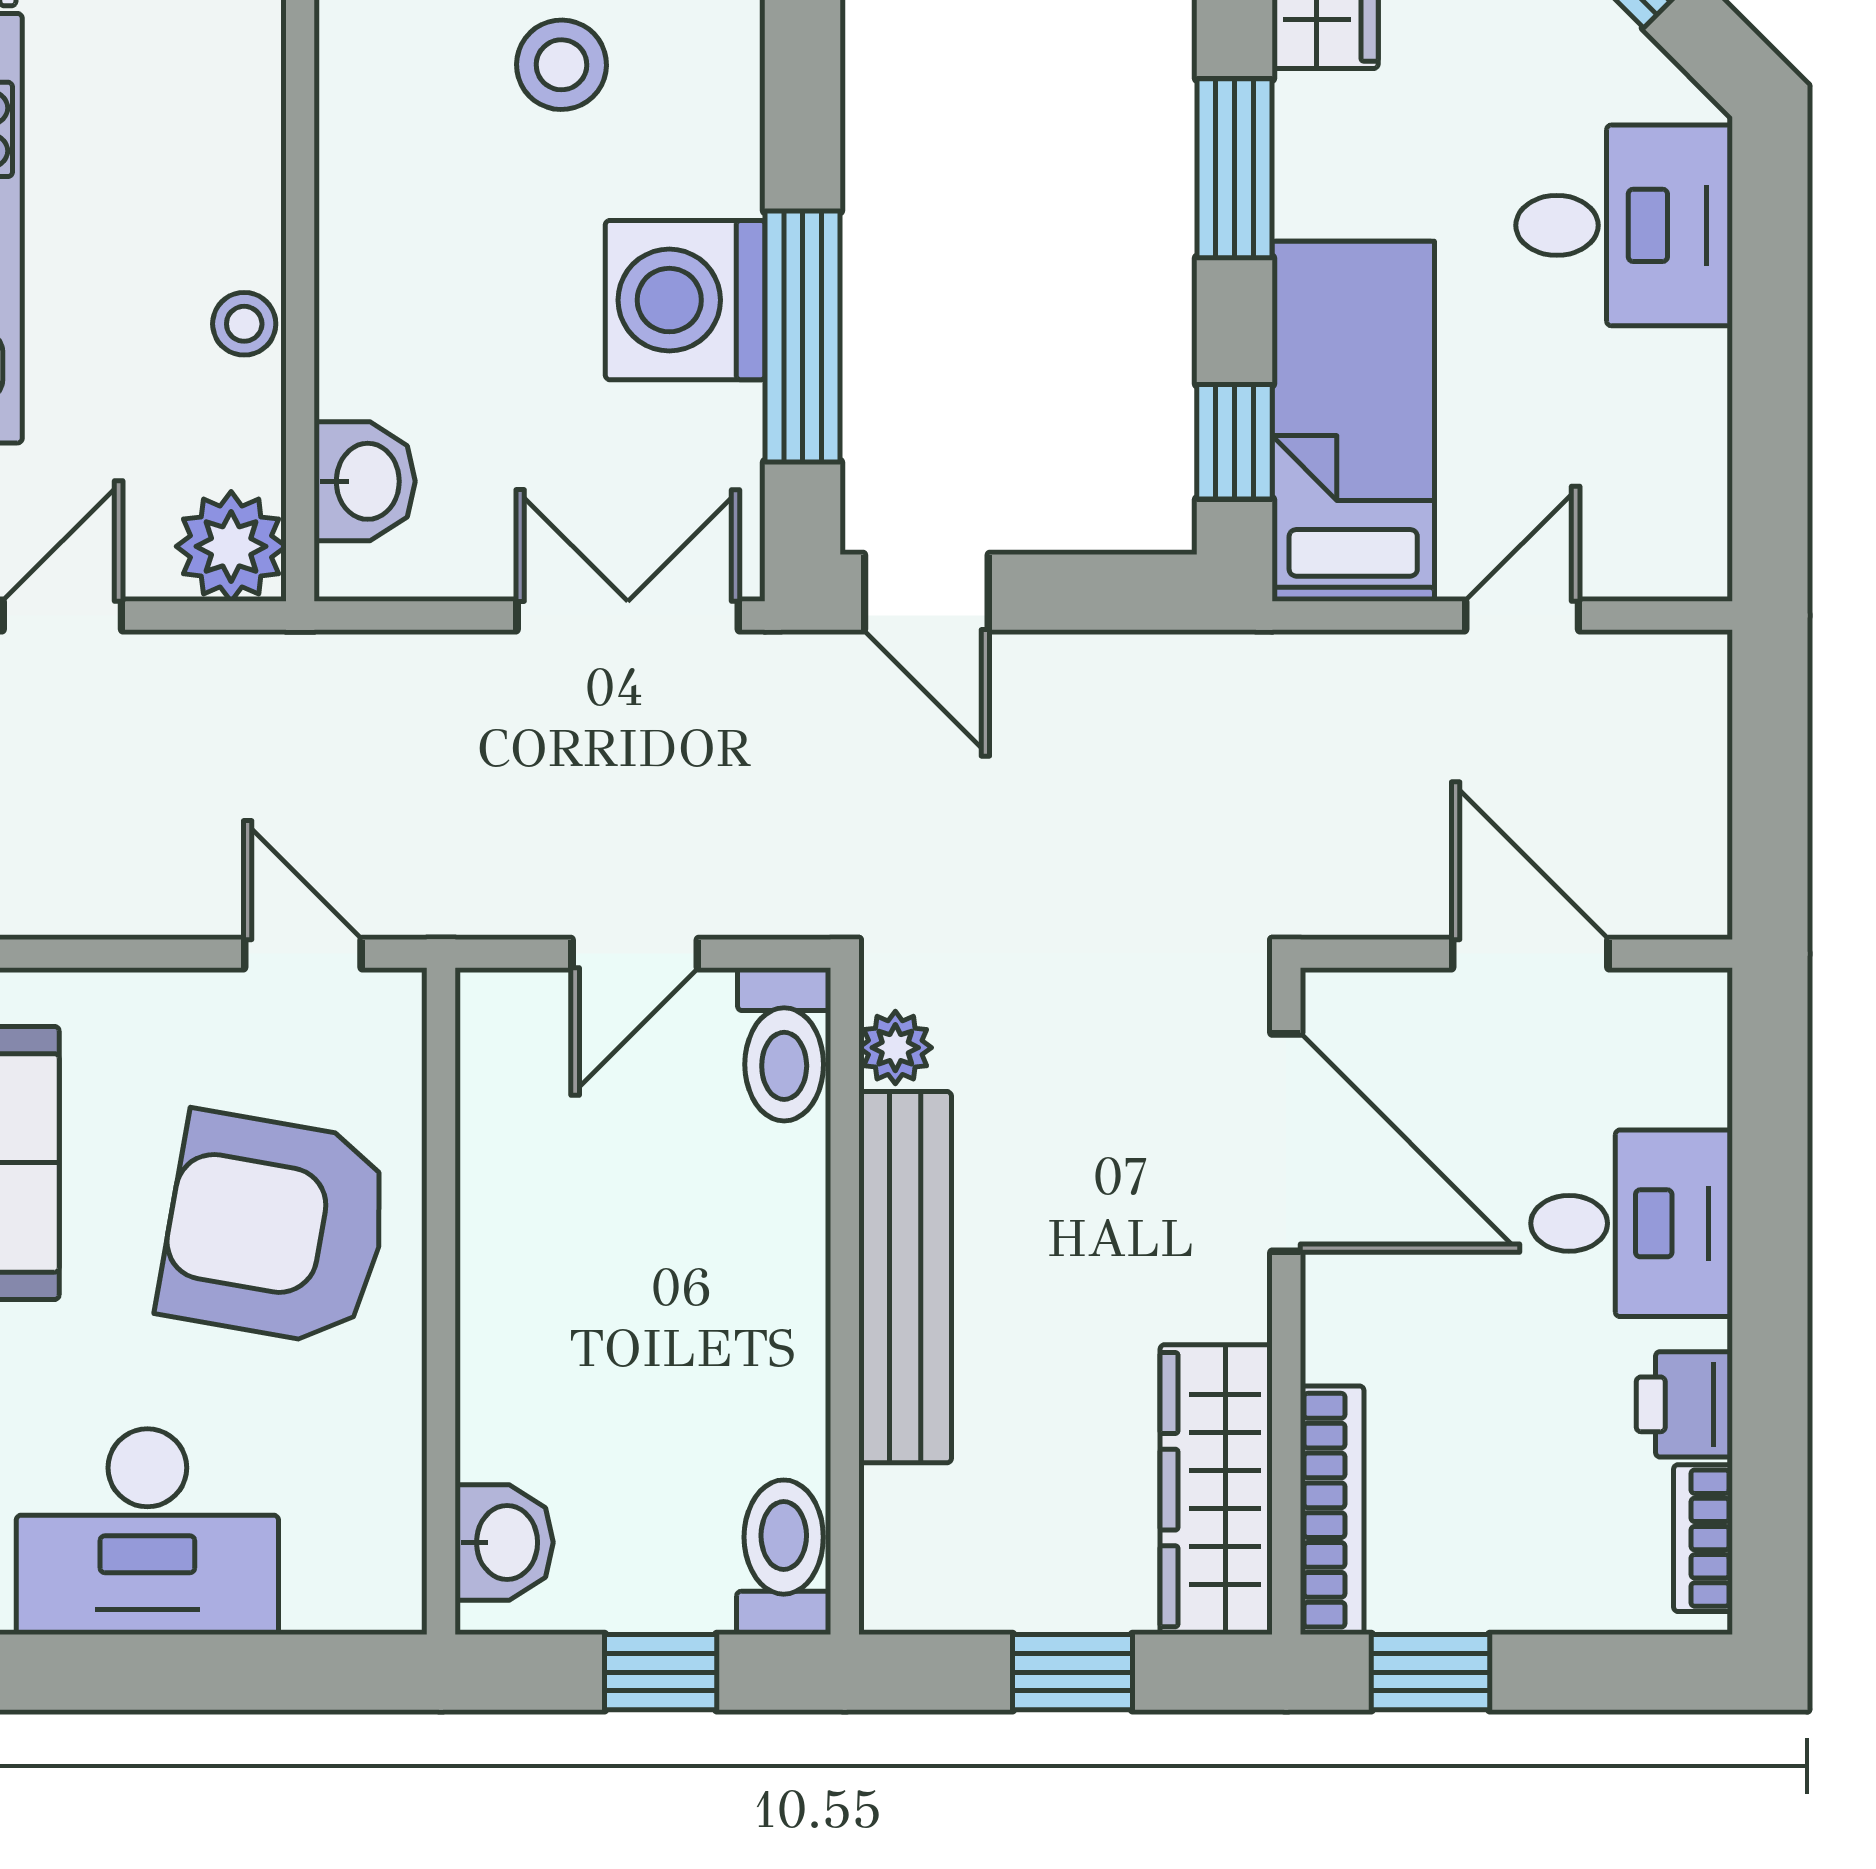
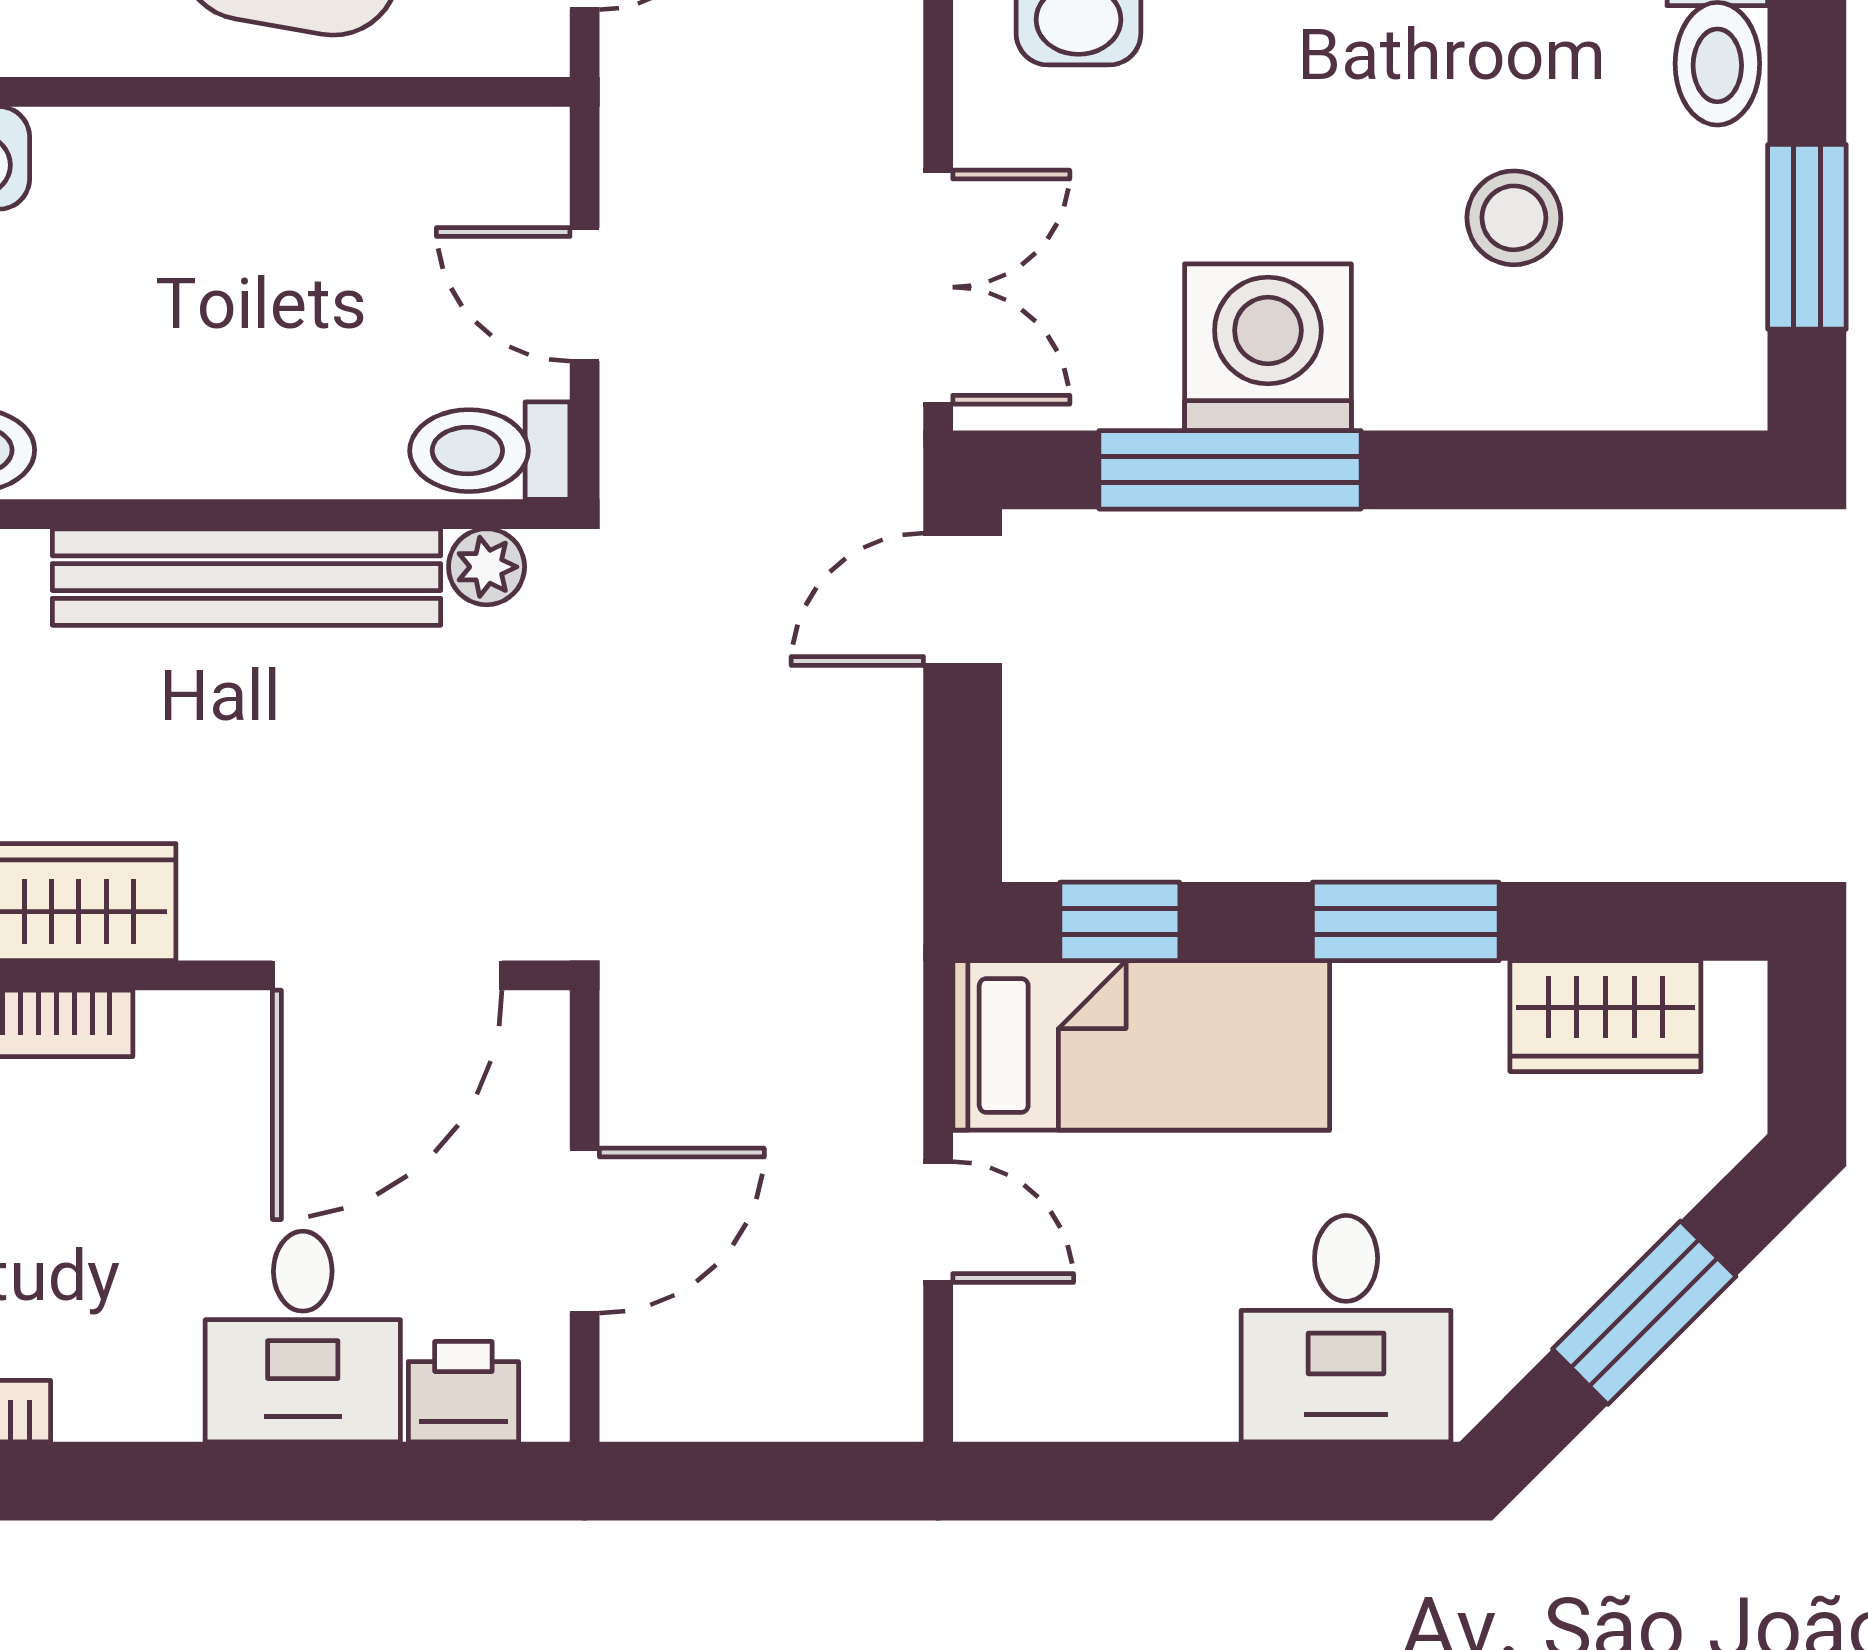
printer: (1684, 1404) -> (463, 1392), moved

